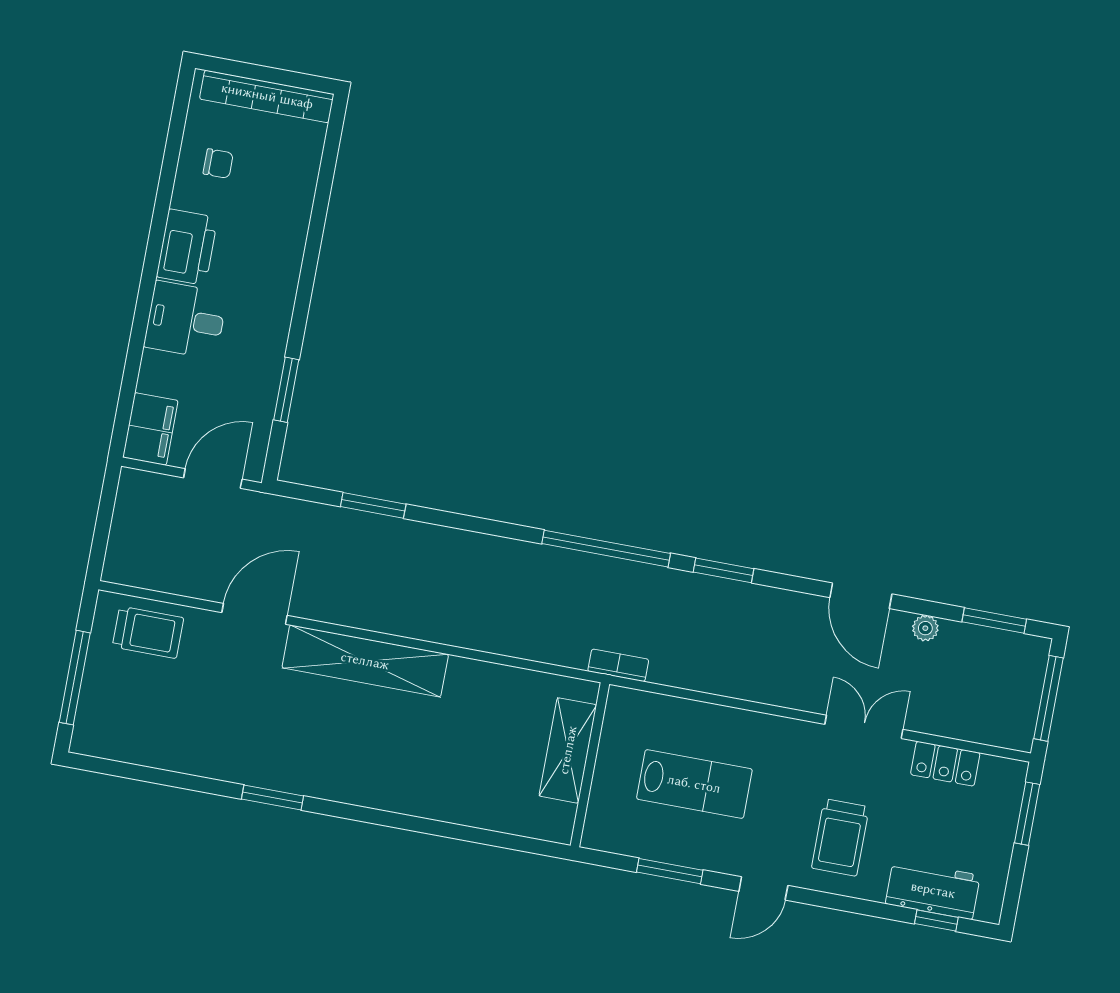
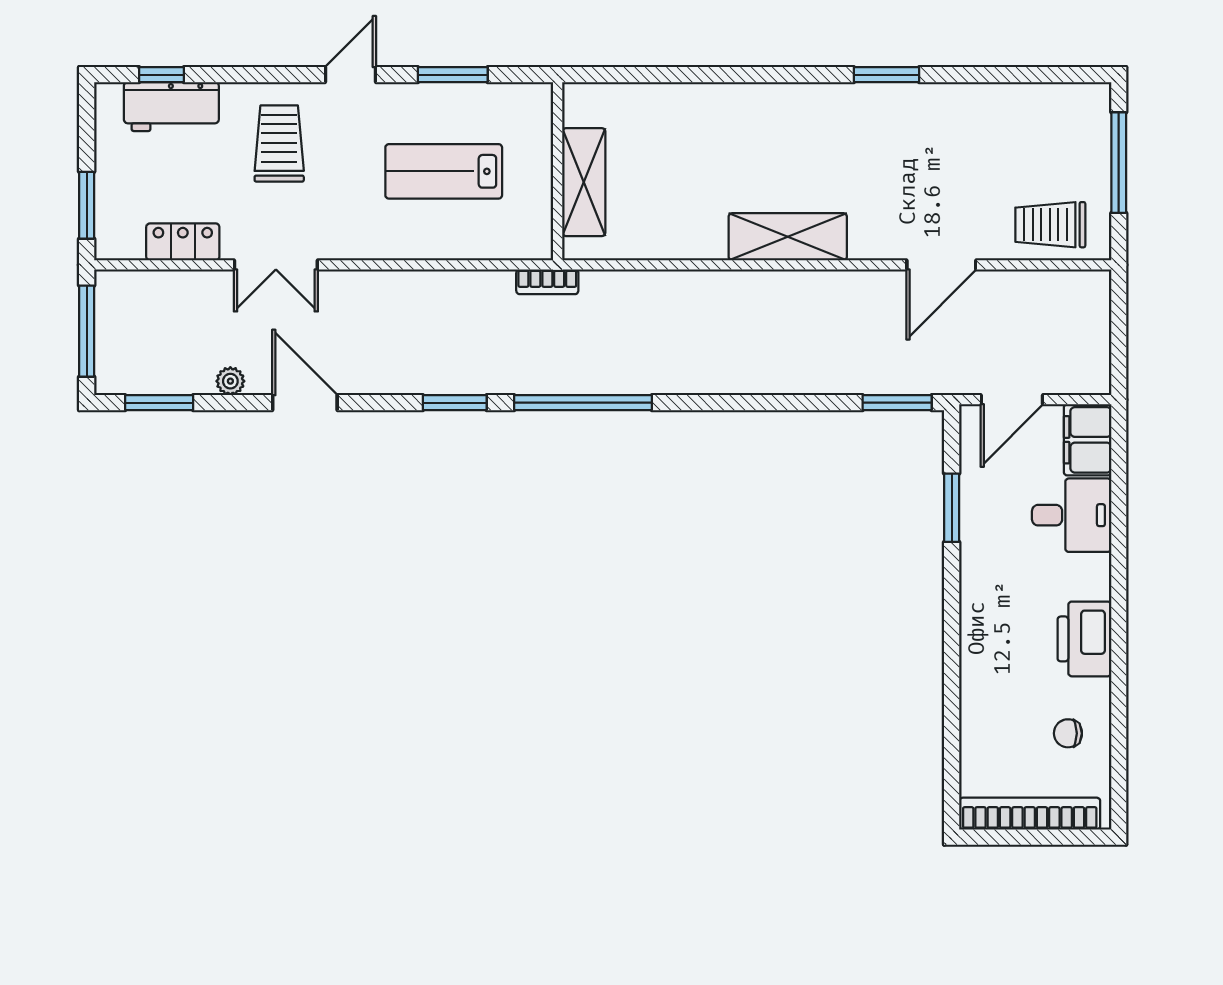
desk: (186, 320) -> (1072, 515), moved
window: (373, 505) -> (897, 403), moved
shelving: (365, 661) -> (788, 237), width x0.68

